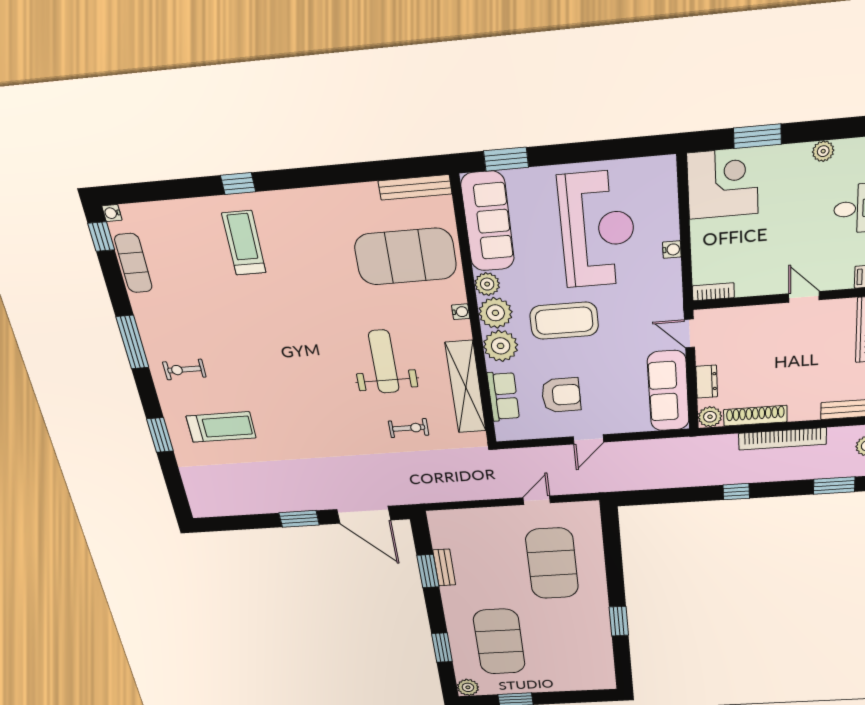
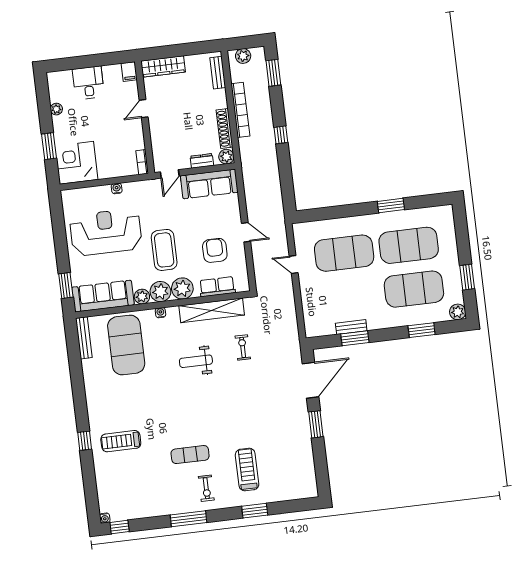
exercise mat: (133, 263) -> (190, 455), moved
weight bench: (384, 362) -> (196, 361), width x0.73, depth x0.75
exercise mat: (561, 639) -> (409, 245), added

